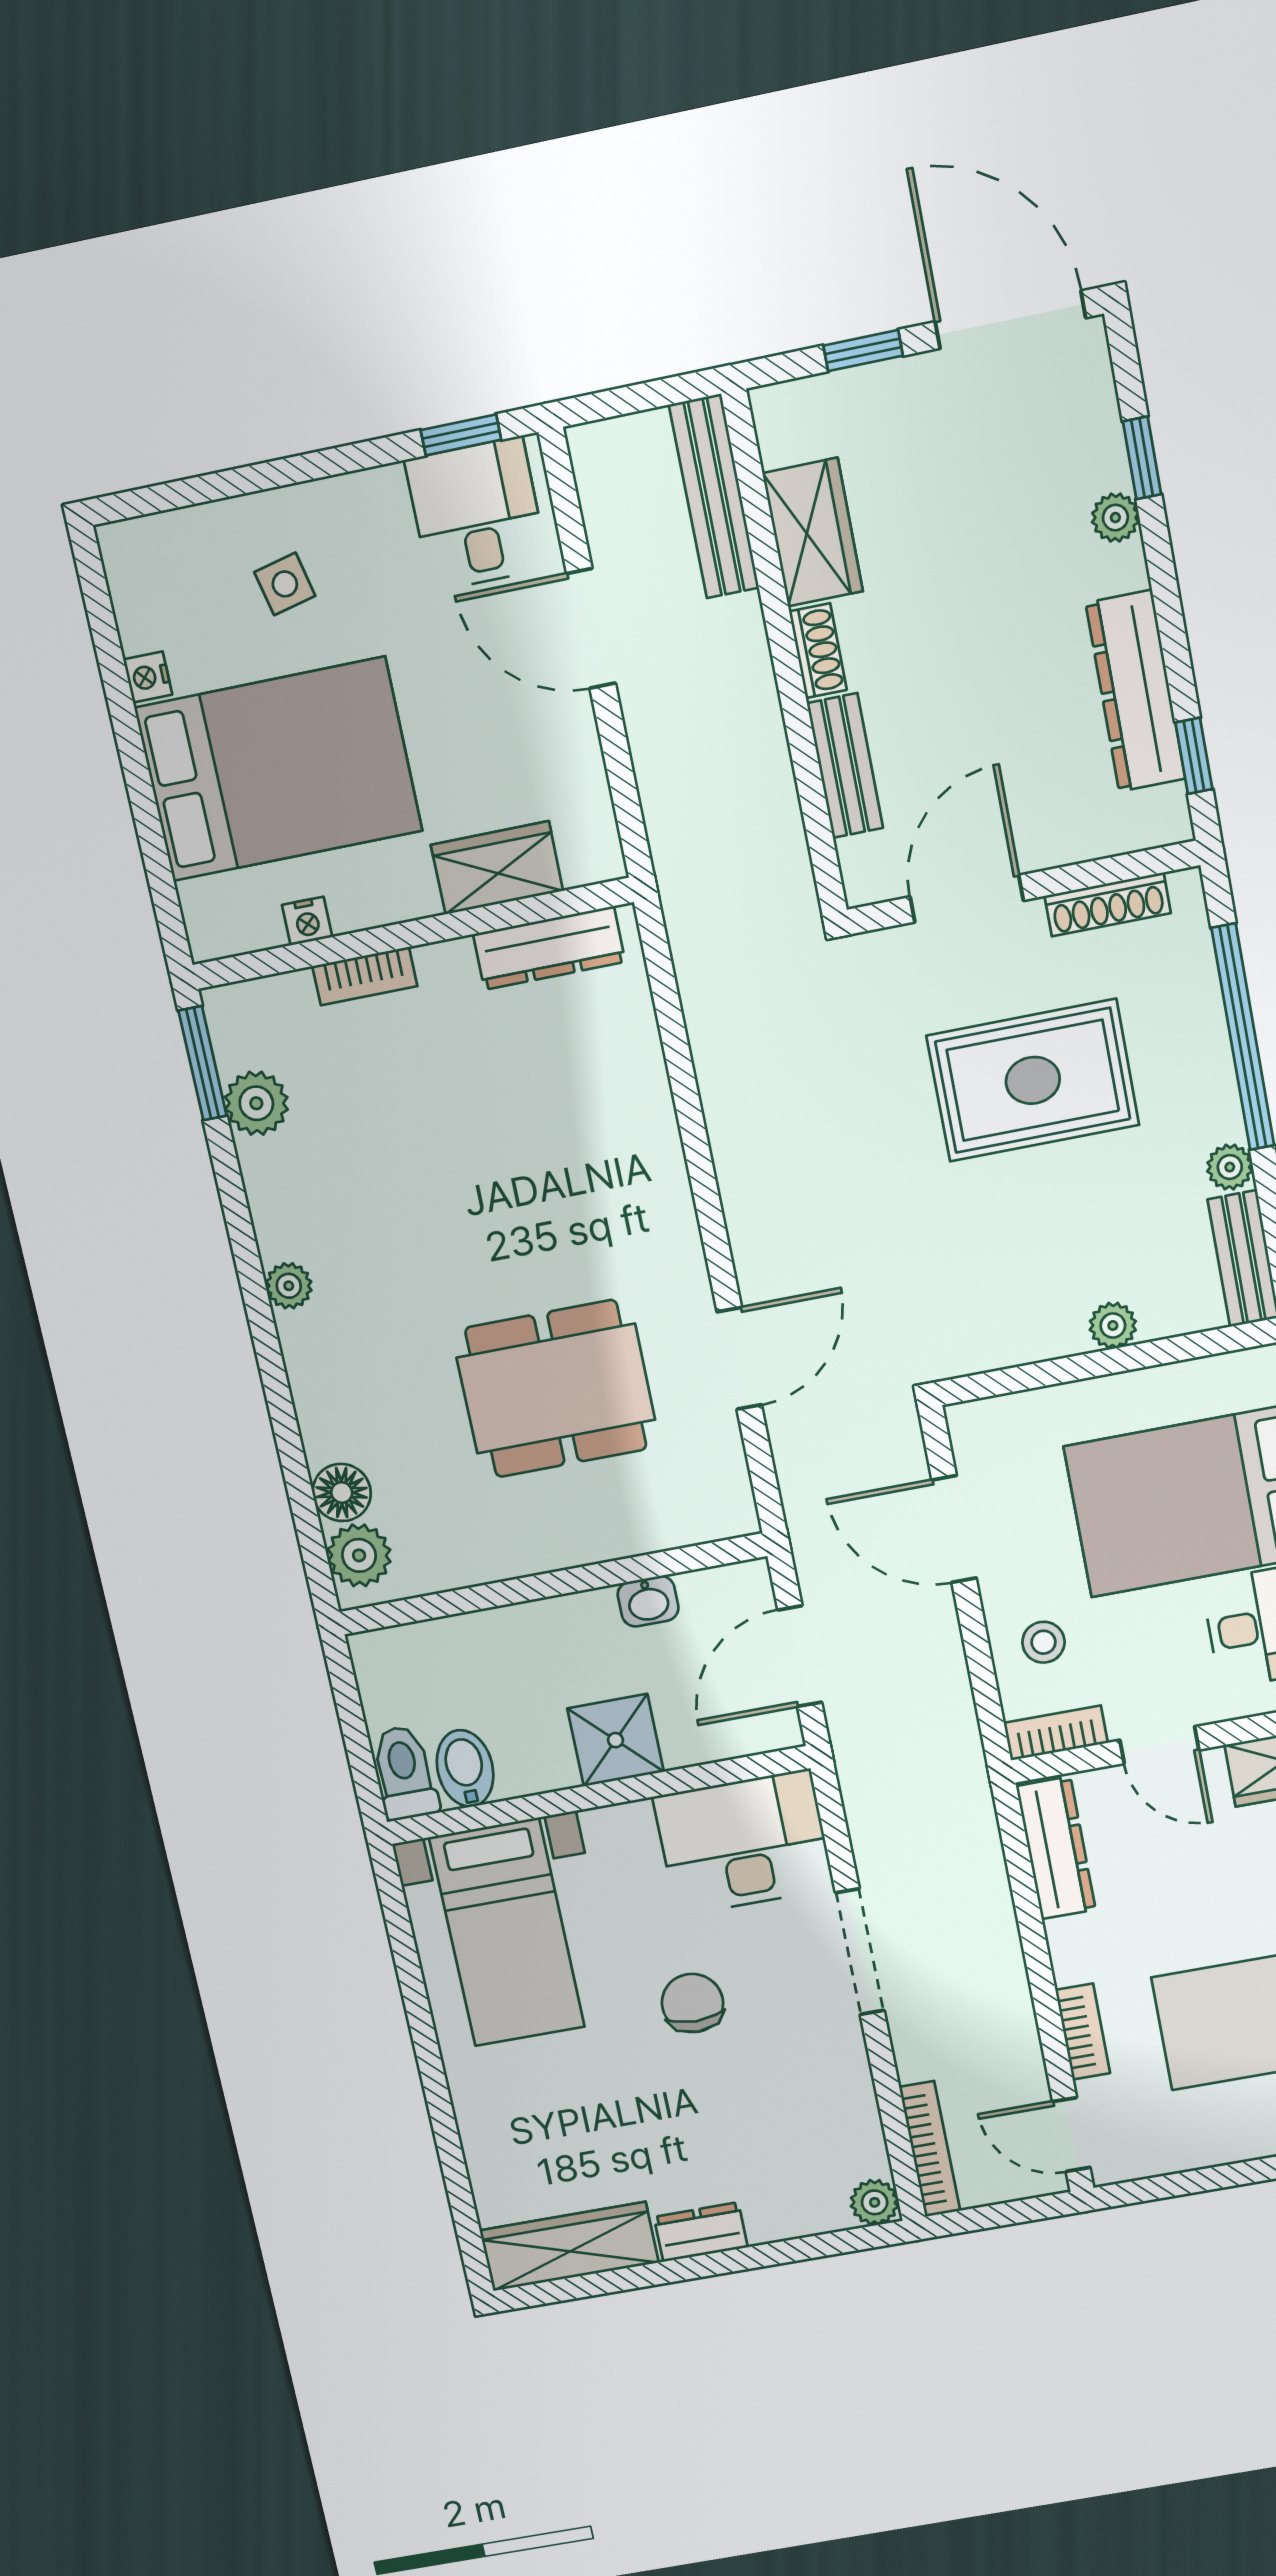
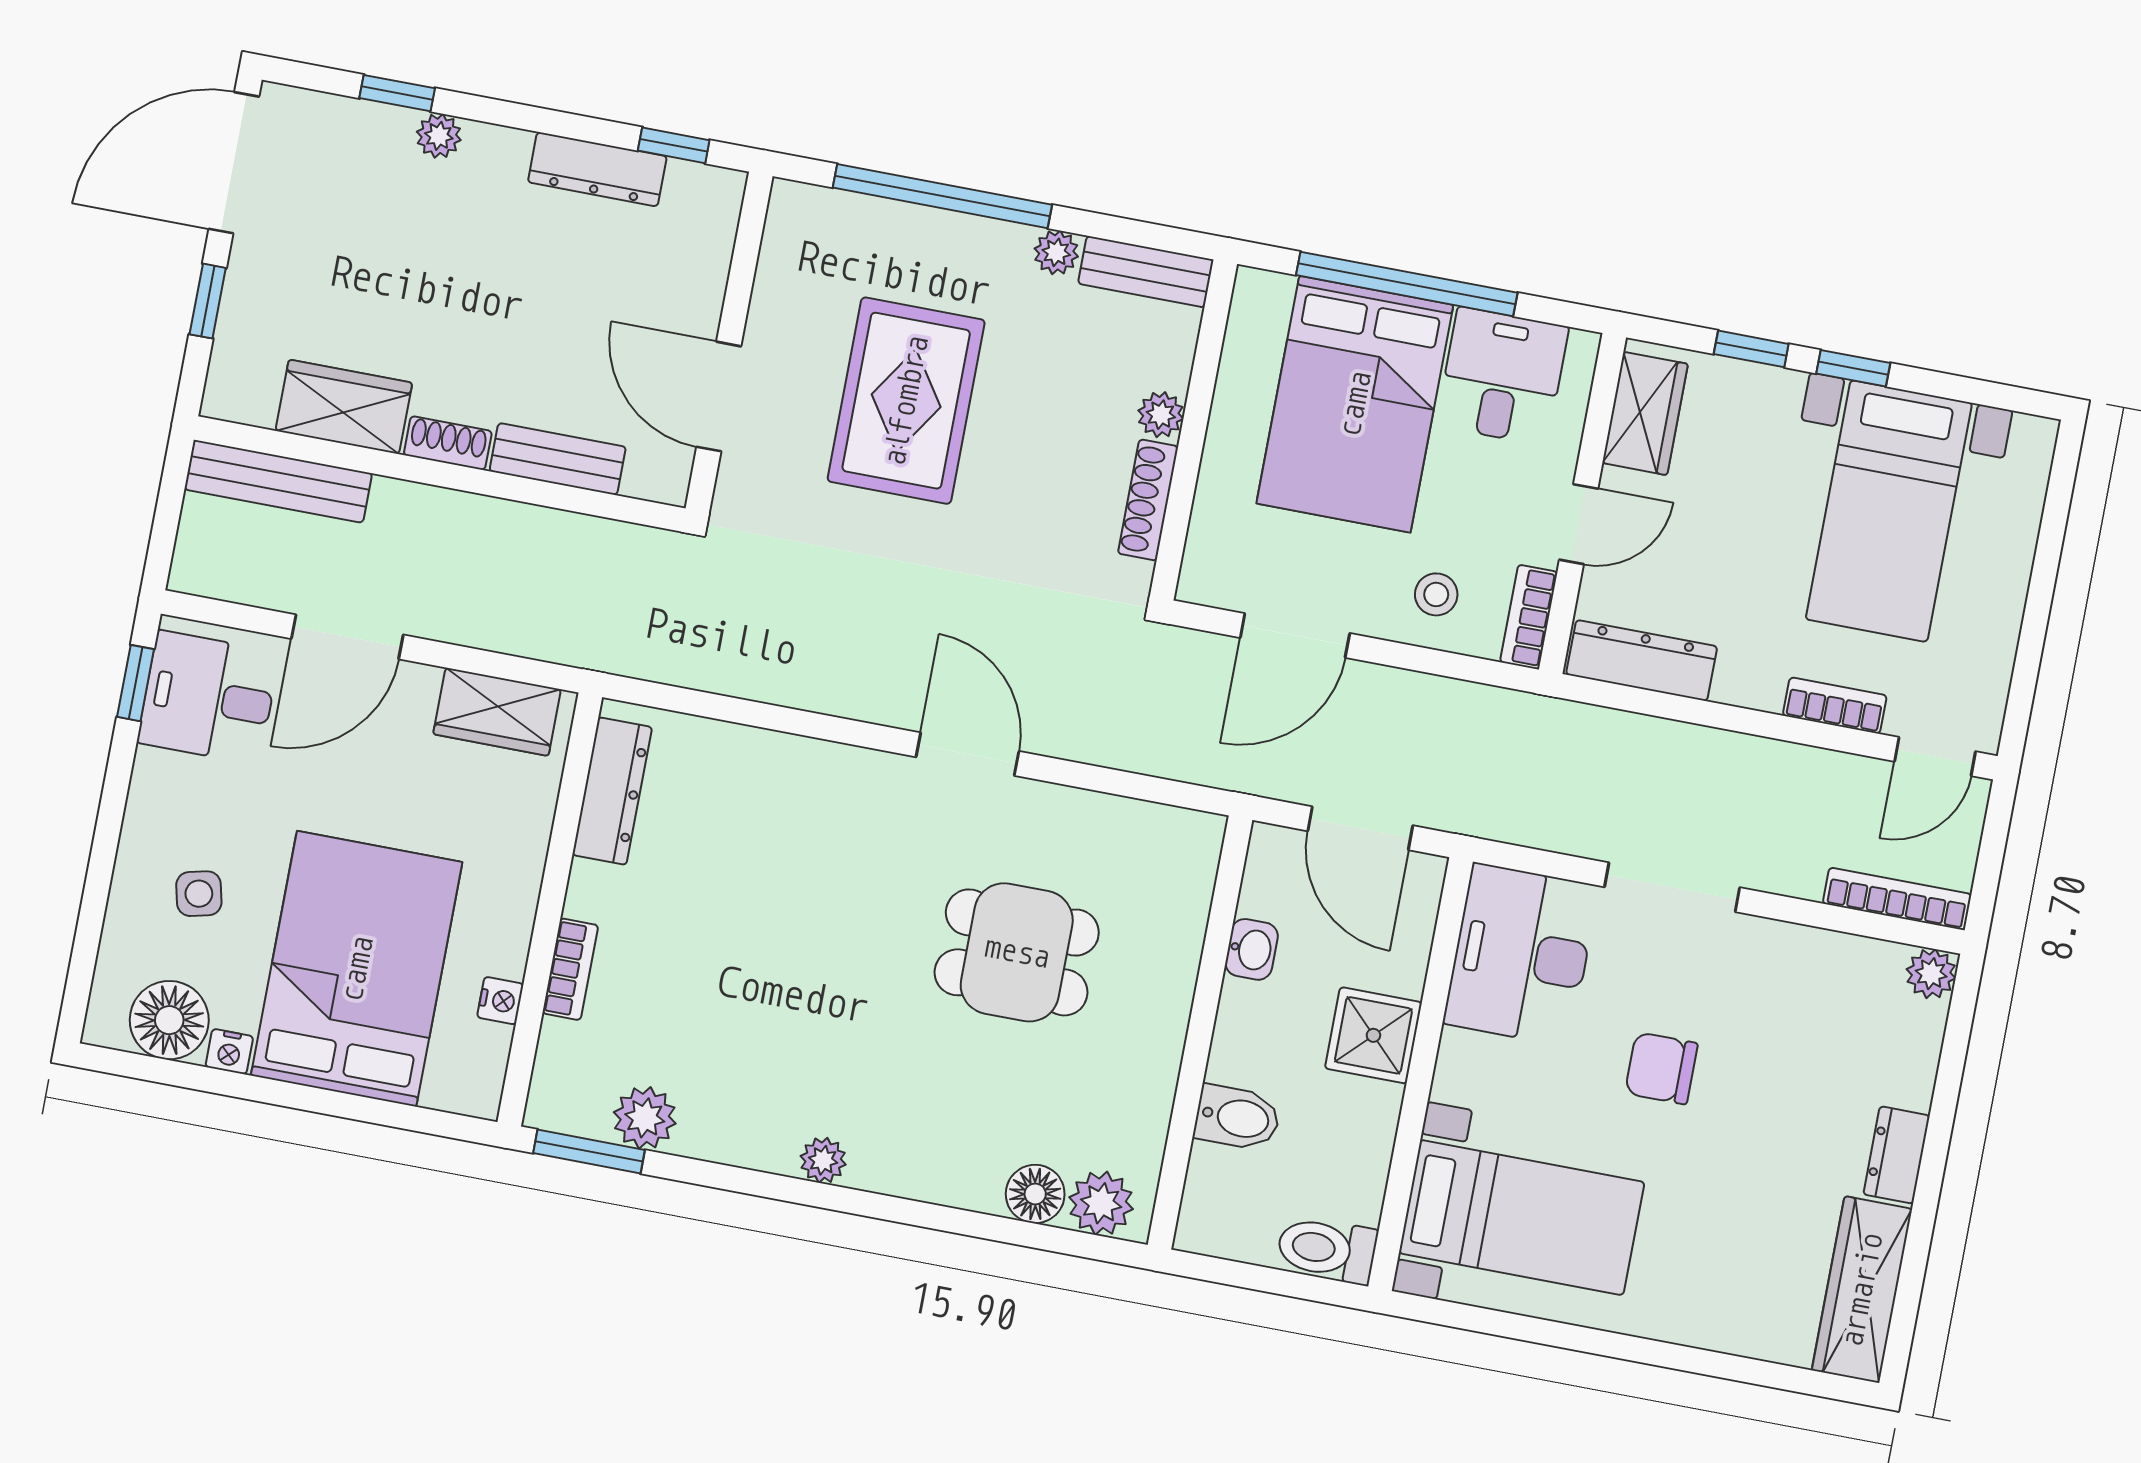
floor lamp: (152, 605) -> (169, 1020), added
dresser: (1136, 691) -> (597, 169), width x0.73, depth x0.80
wardrobe: (497, 868) -> (497, 712), moved, turned -90
shoe rack: (1108, 904) -> (1148, 500), moved, turned 180
door: (739, 1358) -> (967, 754), moved
dining table: (556, 1389) -> (1017, 952), width x0.73
bidet: (465, 1768) -> (1237, 1118), moved, turned 180

